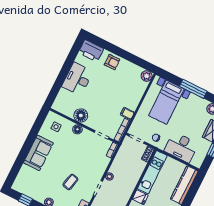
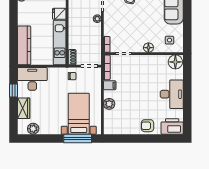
plant: (147, 76) -> (109, 104), moved
window: (193, 89) -> (78, 138), moved
floor lamp: (81, 115) -> (175, 62), moved
desk: (181, 147) -> (32, 79), moved

